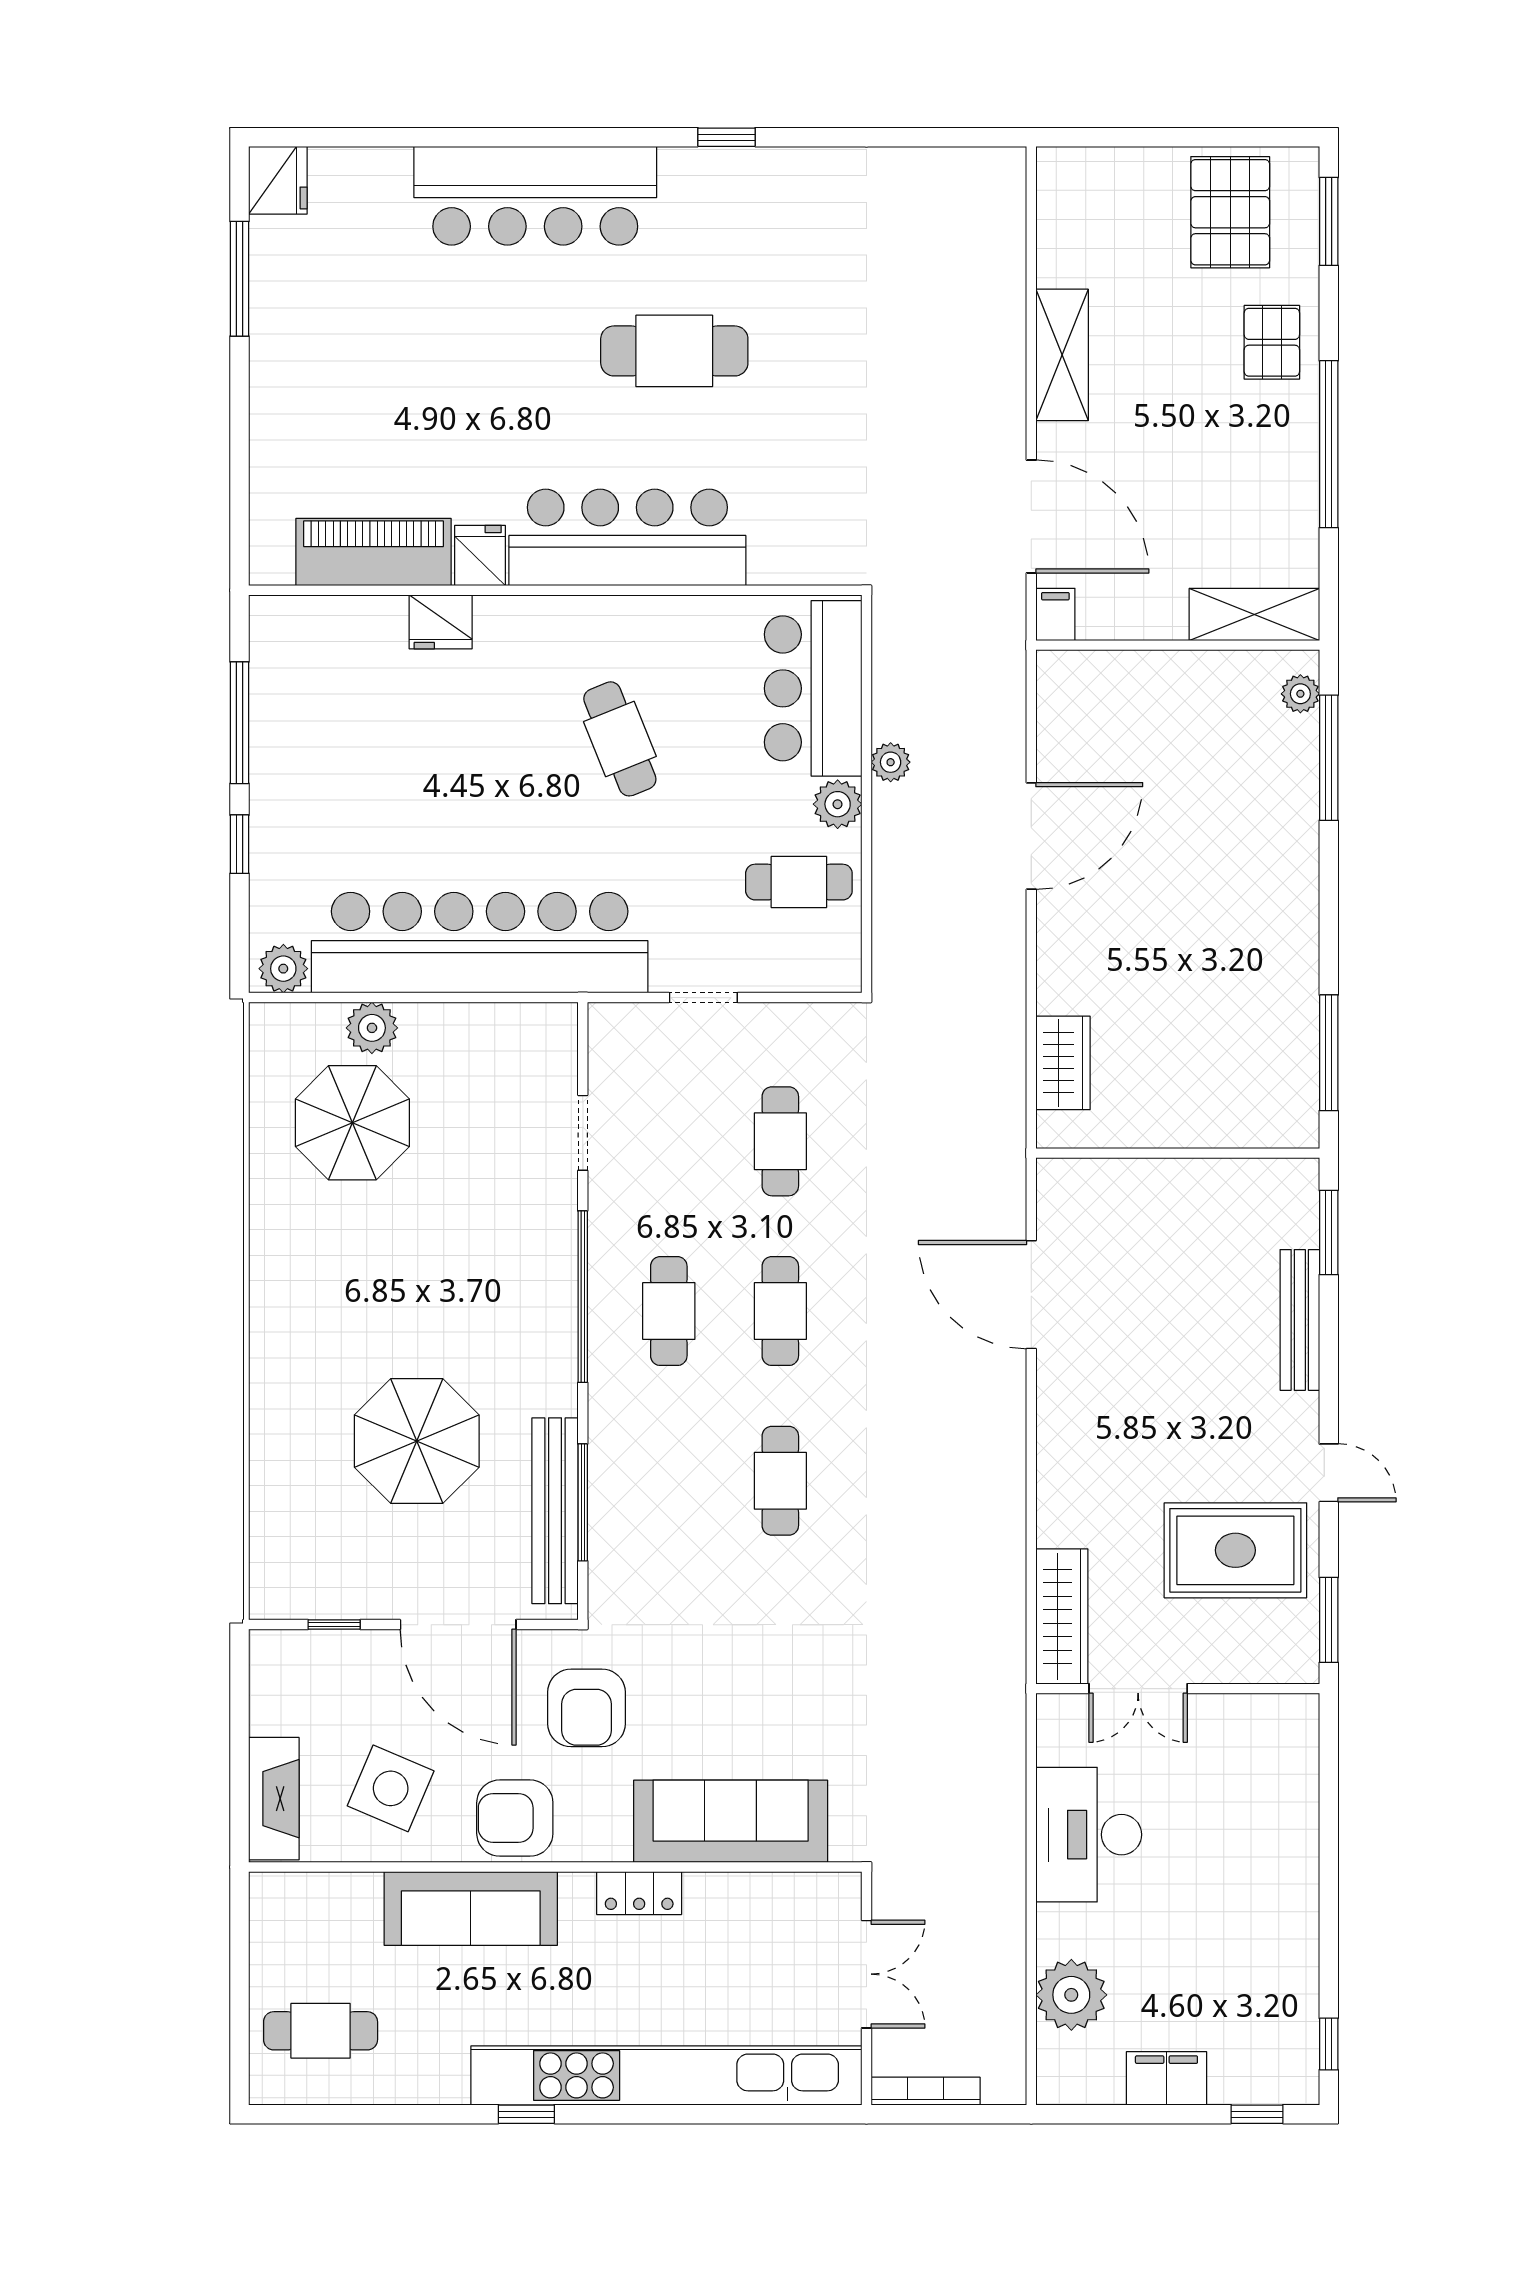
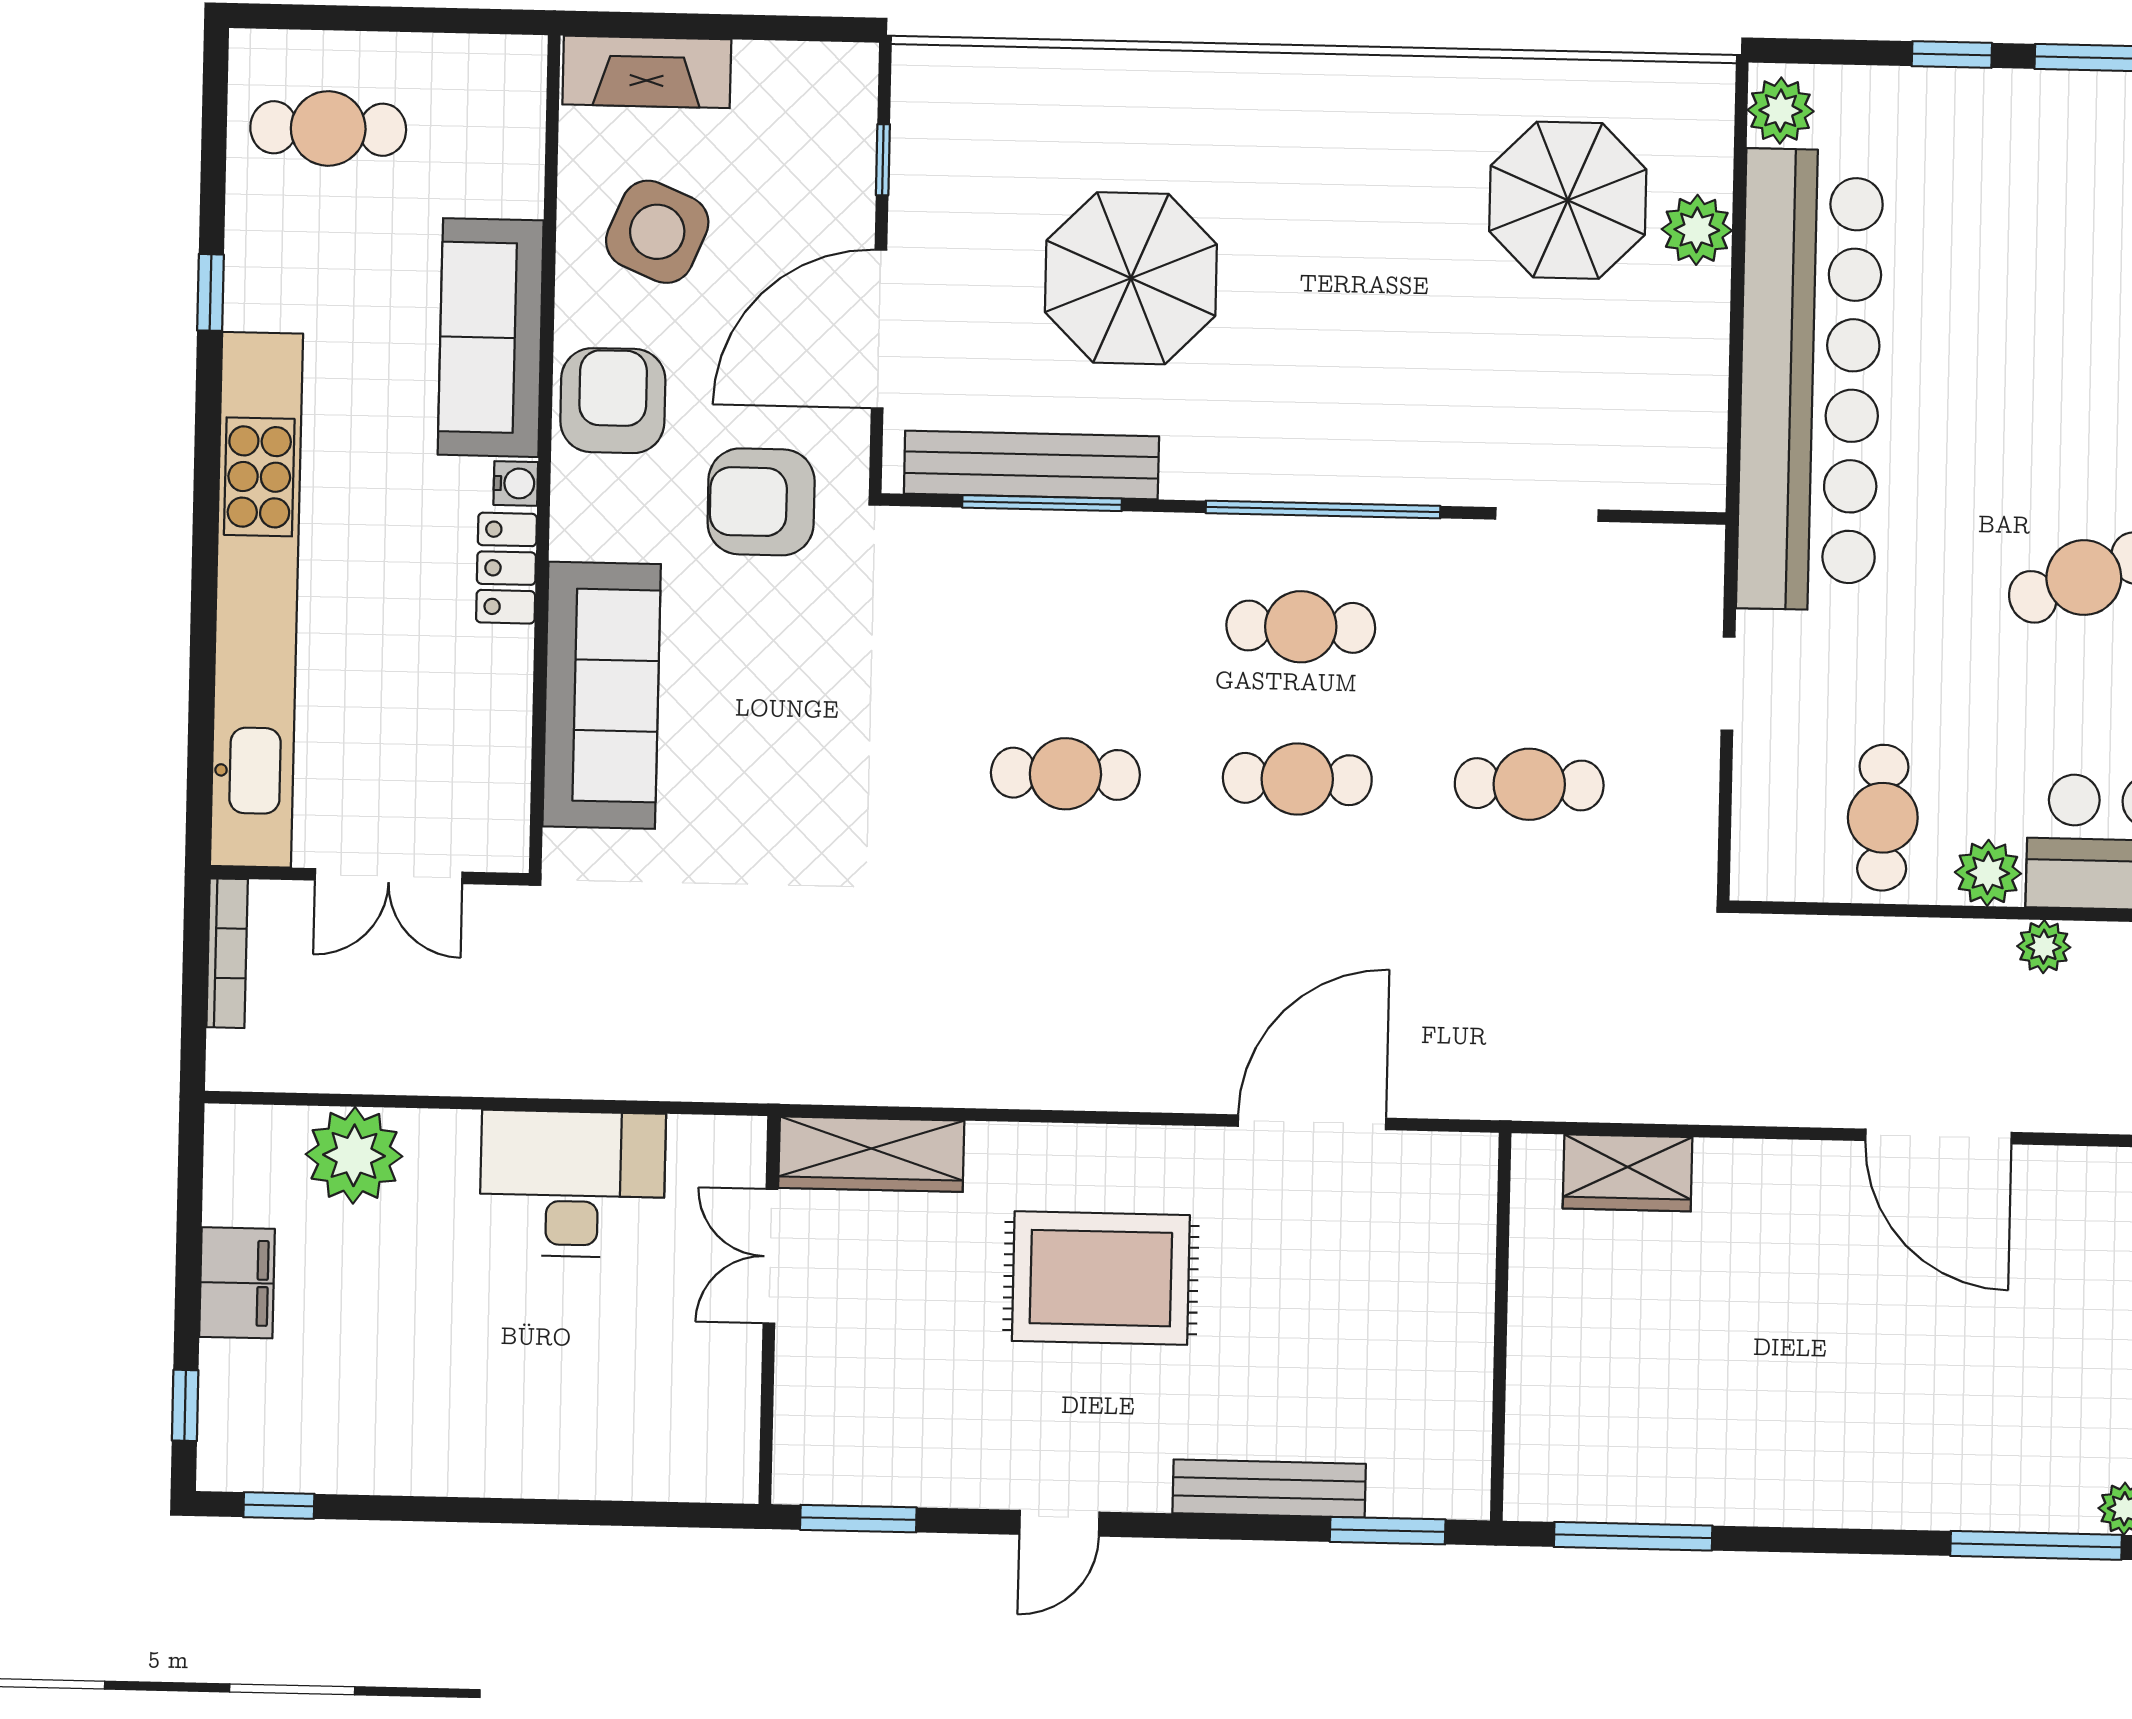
rug: (1235, 1550) -> (1101, 1278), moved, turned 90
water cooler: (577, 1888) -> (516, 483), added
cafe table: (321, 2031) -> (328, 128), turned 90
window: (526, 2114) -> (210, 292), moved

